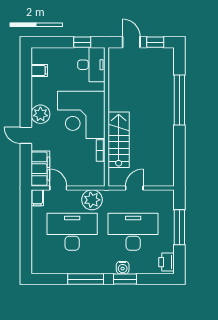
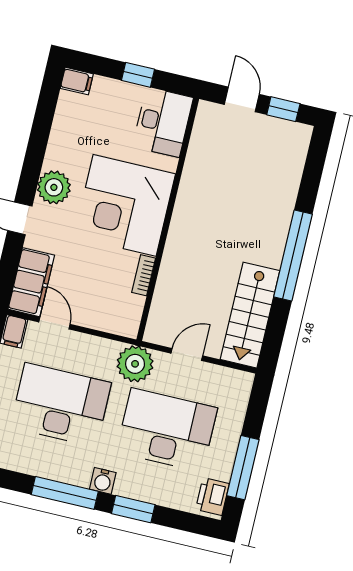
window: (82, 42) -> (138, 75), moved
filing cabinet: (39, 71) -> (77, 81), moved
window: (179, 100) -> (293, 256), moved
stairs: (119, 140) -> (250, 315), moved, turned 180
plant: (92, 200) -> (135, 364), moved
window: (179, 227) -> (243, 468), moved
water cooler: (123, 268) -> (103, 481), moved

